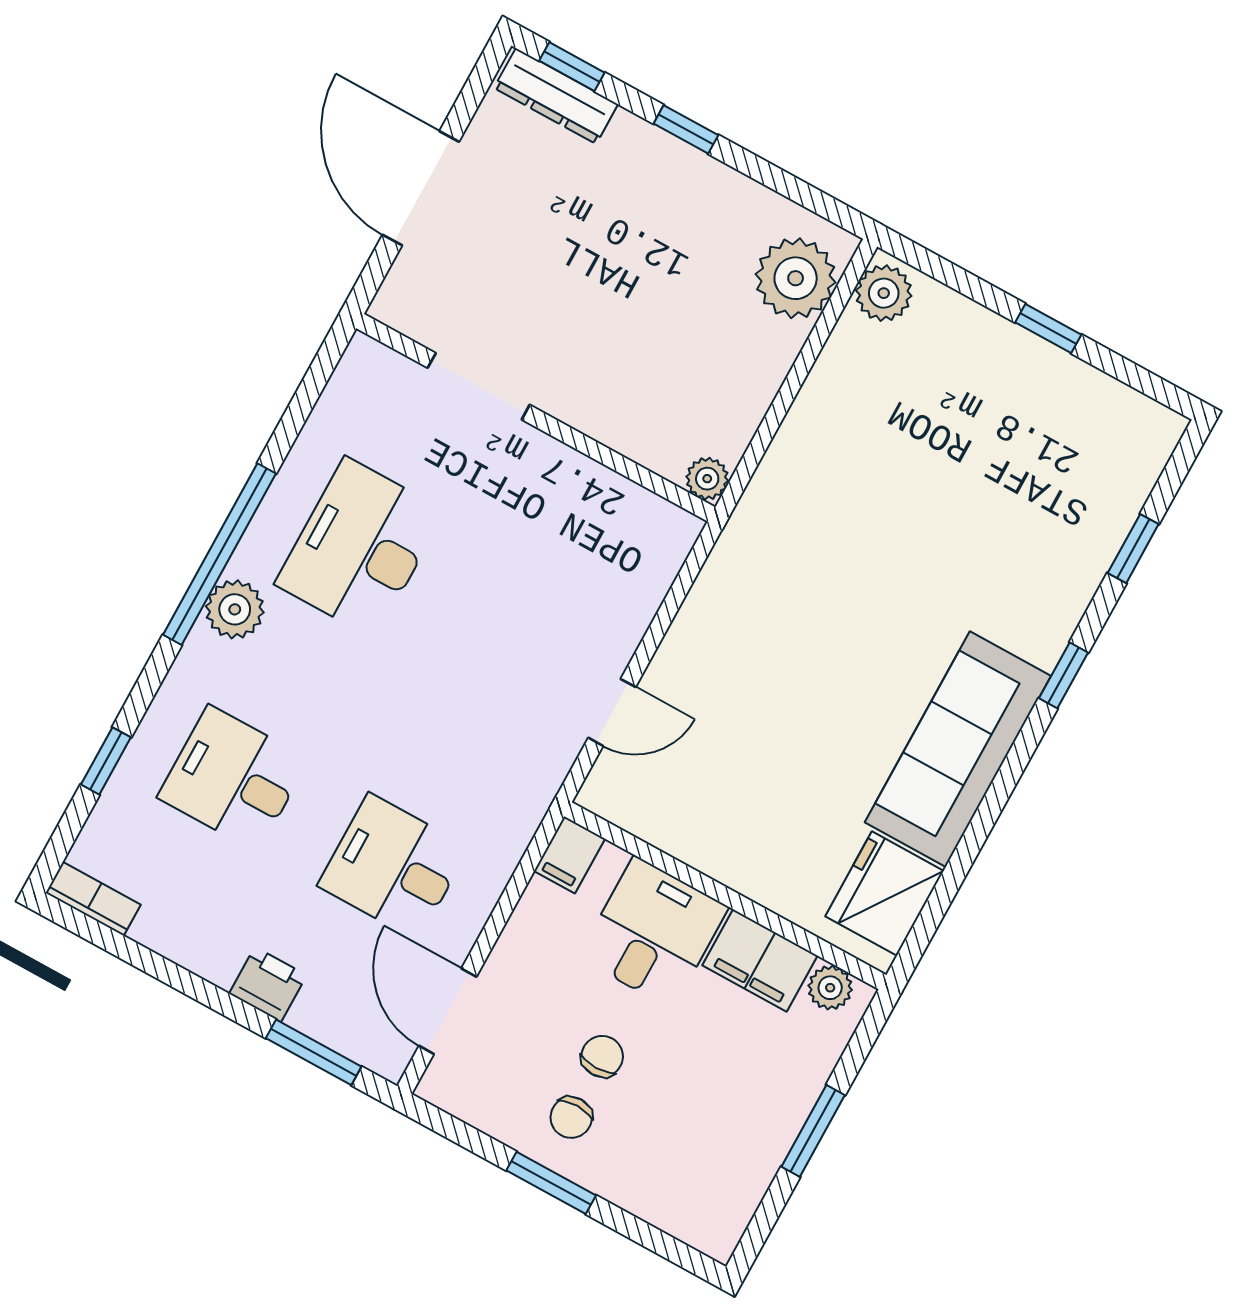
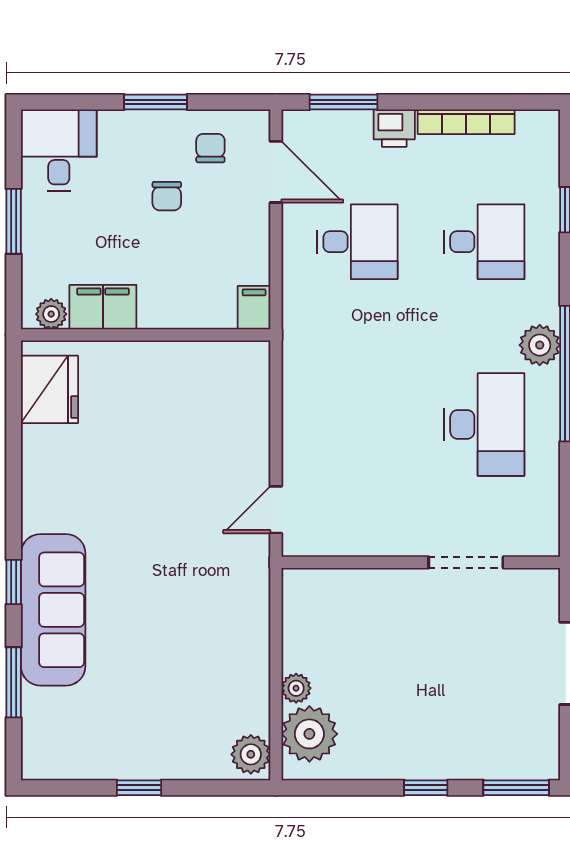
window: (572, 67) -> (516, 788), width x1.50
dresser: (556, 96) -> (516, 765), removed
plant: (707, 479) -> (296, 688), moved
window: (1133, 549) -> (14, 682), width x1.50
door: (612, 712) -> (276, 510), moved
sofa: (958, 749) -> (53, 610), moved
bookcase: (93, 899) -> (466, 122), moved, width x1.56
desk: (653, 932) -> (59, 150), moved, turned 180
chair: (571, 1117) -> (210, 148), moved

